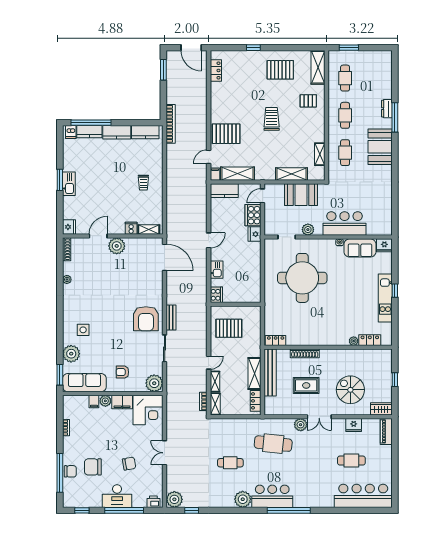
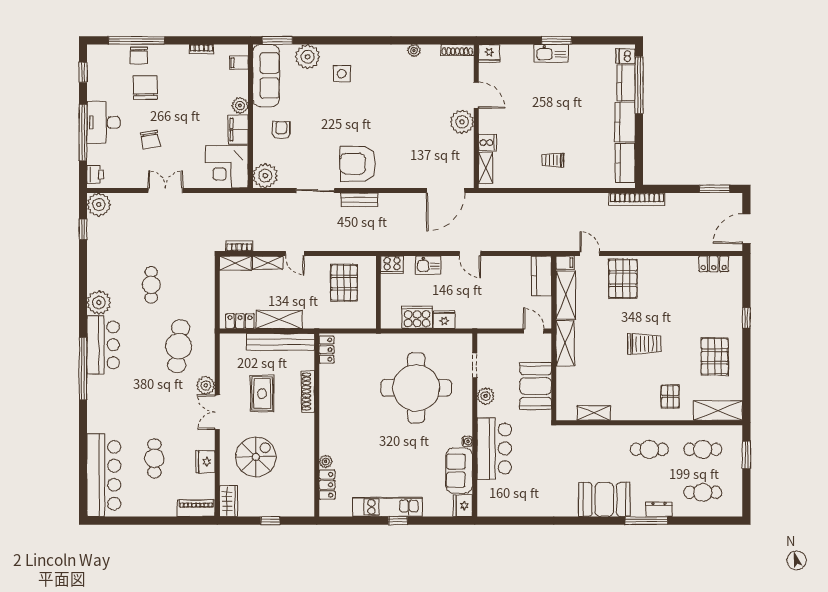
cafe table: (345, 153) -> (703, 492), moved
shelving: (292, 174) -> (565, 343), moved
cooker: (253, 215) -> (417, 317), moved
fridge: (255, 234) -> (444, 320), moved
filing cabinet: (94, 402) -> (239, 63), moved

